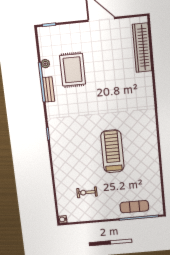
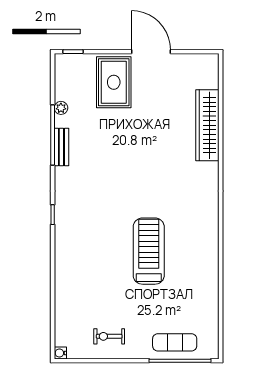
wardrobe: (142, 48) -> (207, 125), moved
rug: (73, 70) -> (114, 82), moved
exercise bike: (87, 192) -> (109, 336), moved

